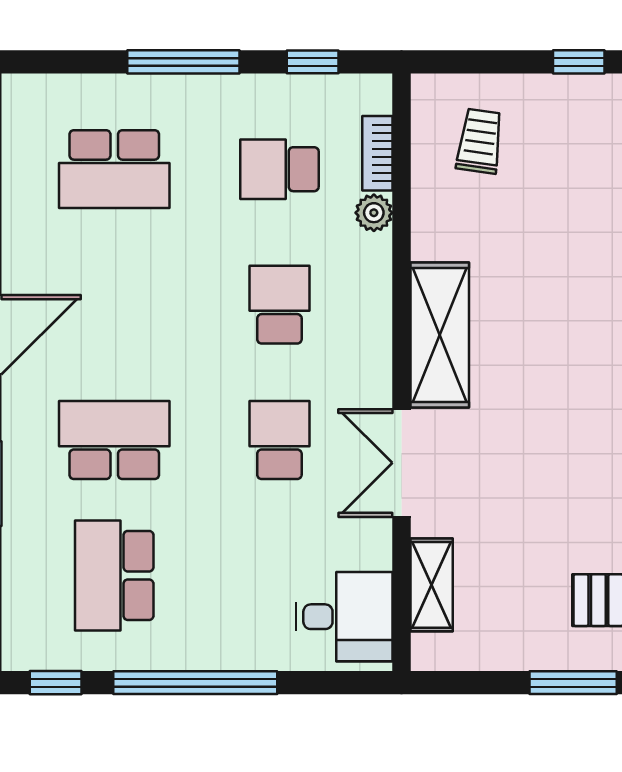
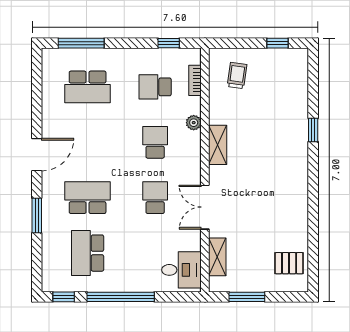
window: (183, 62) -> (81, 43), moved
plant: (374, 213) -> (194, 123), moved
shelving: (440, 335) -> (218, 145), width x0.67, depth x0.75
window: (573, 683) -> (247, 297), moved

